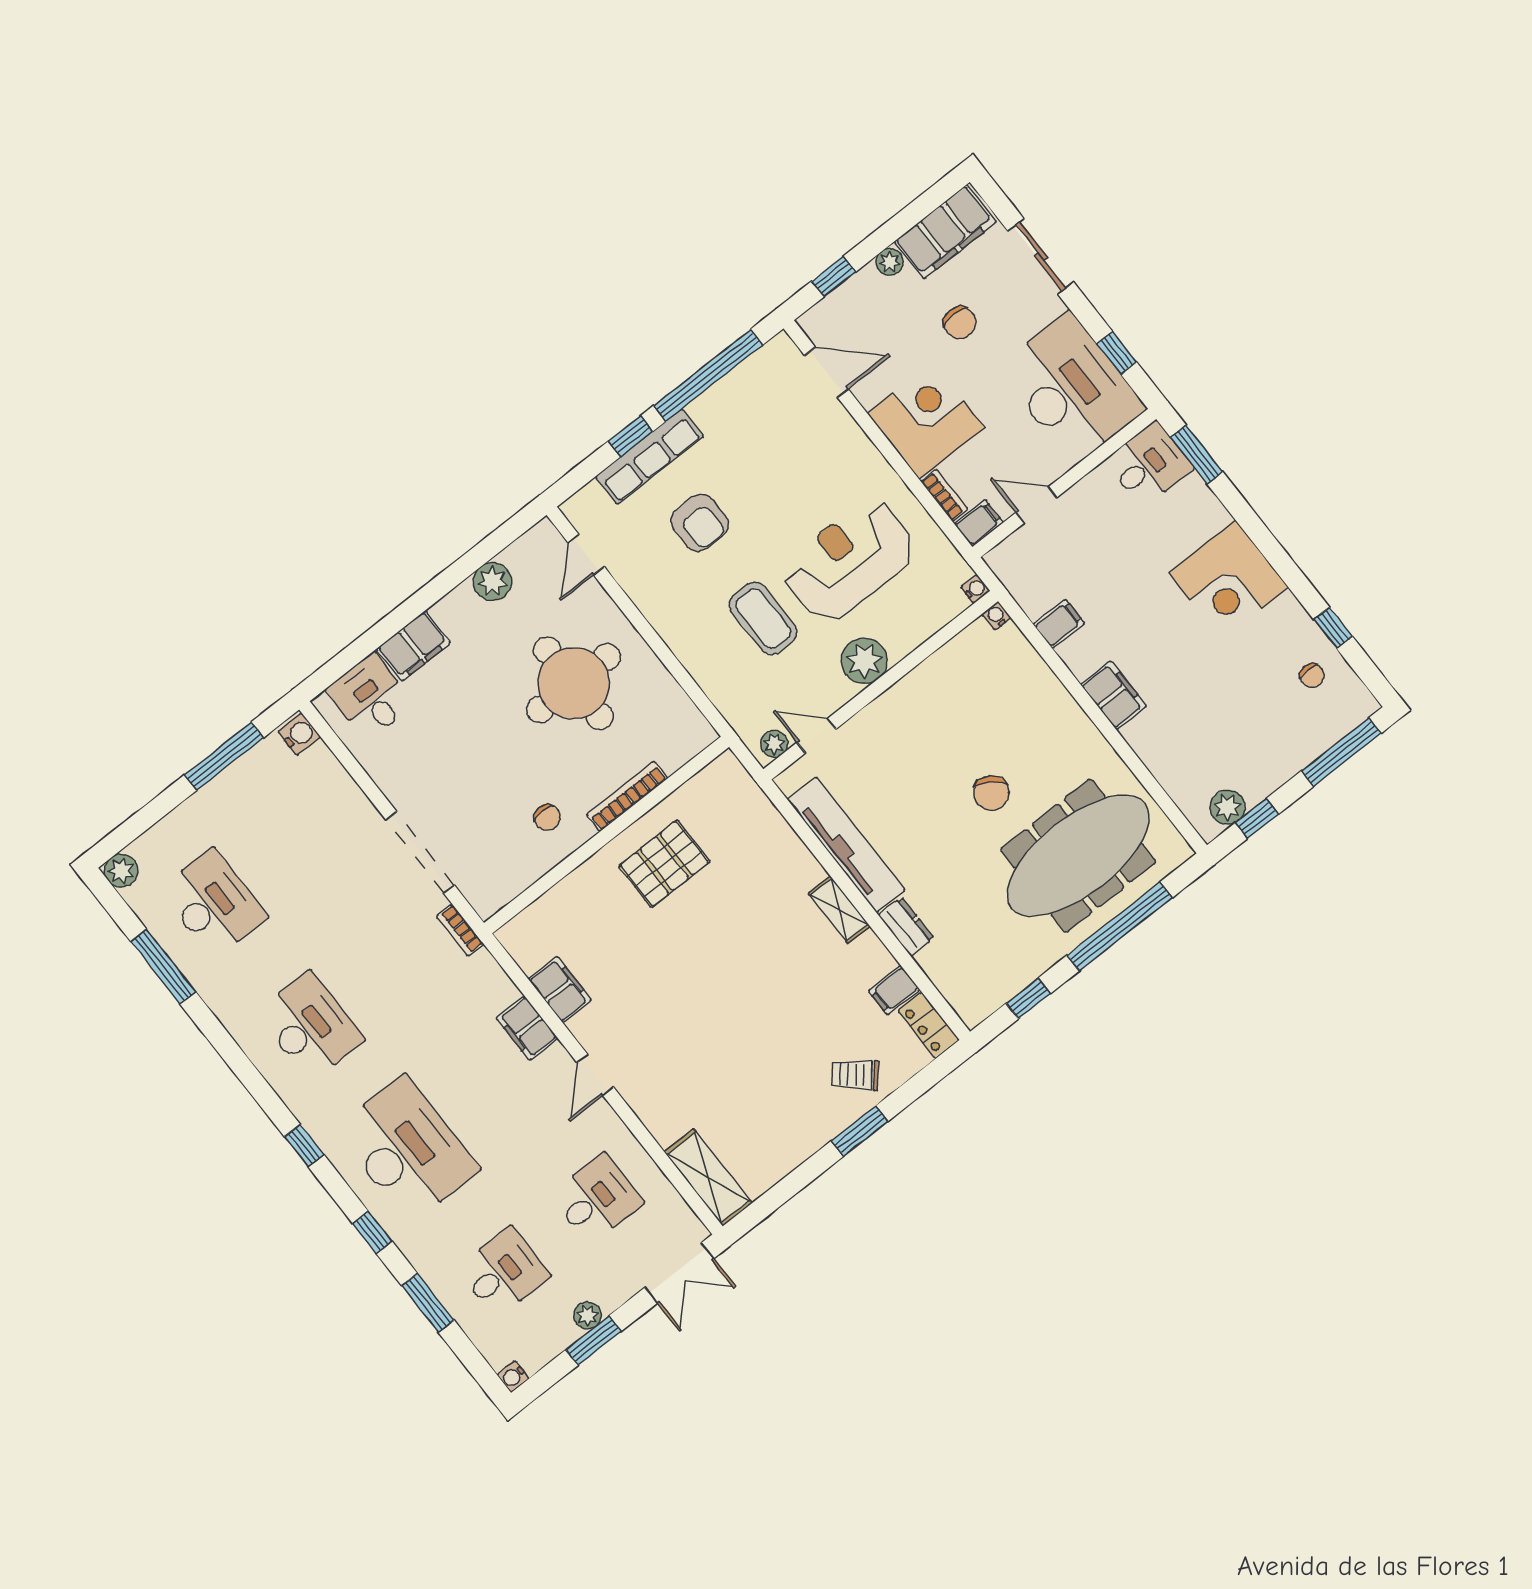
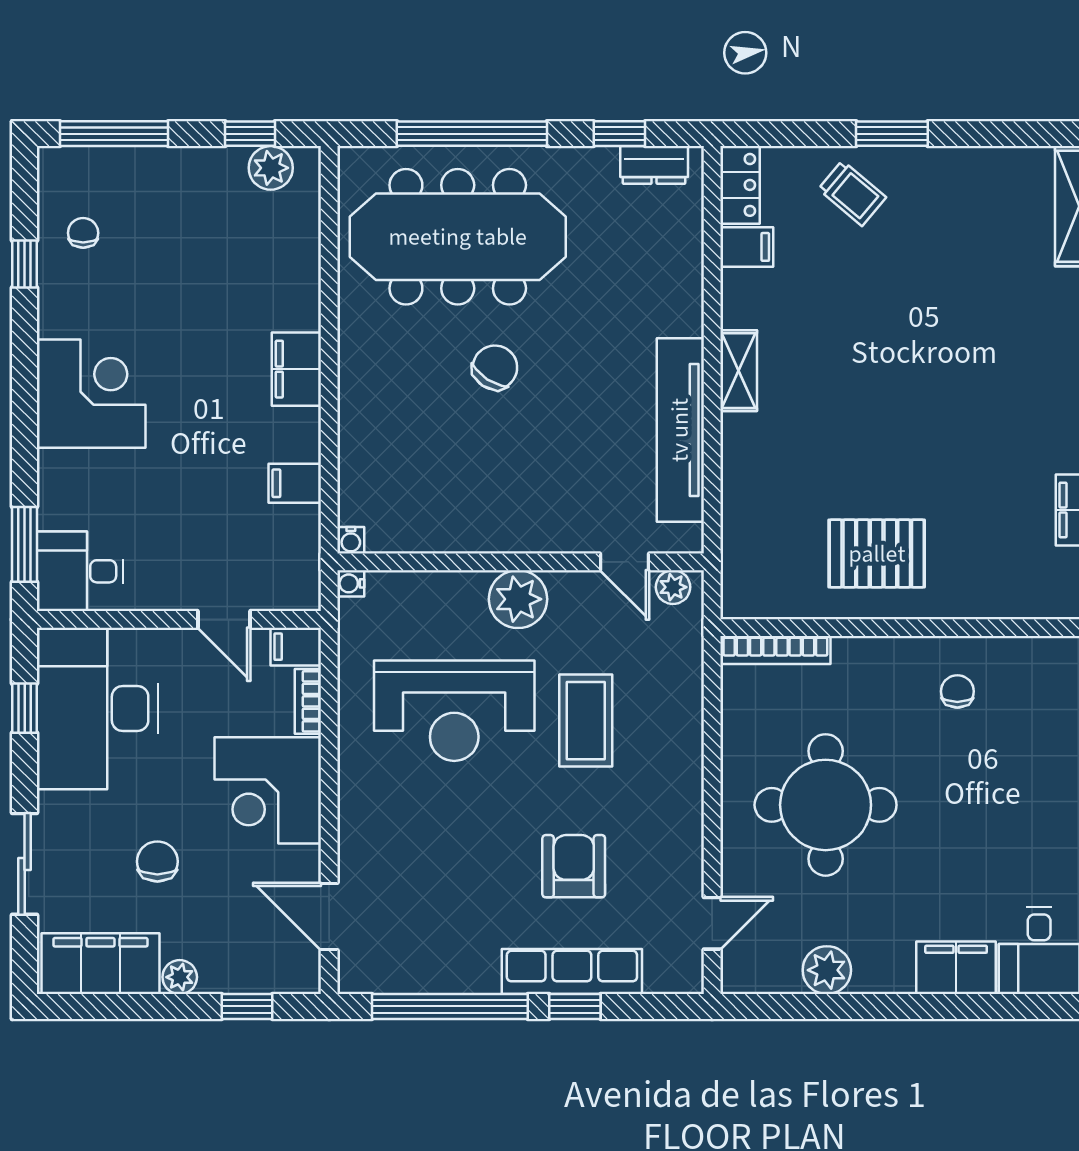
bookcase: (627, 796) -> (775, 650), moved
dresser: (906, 927) -> (654, 165), moved, turned -90

